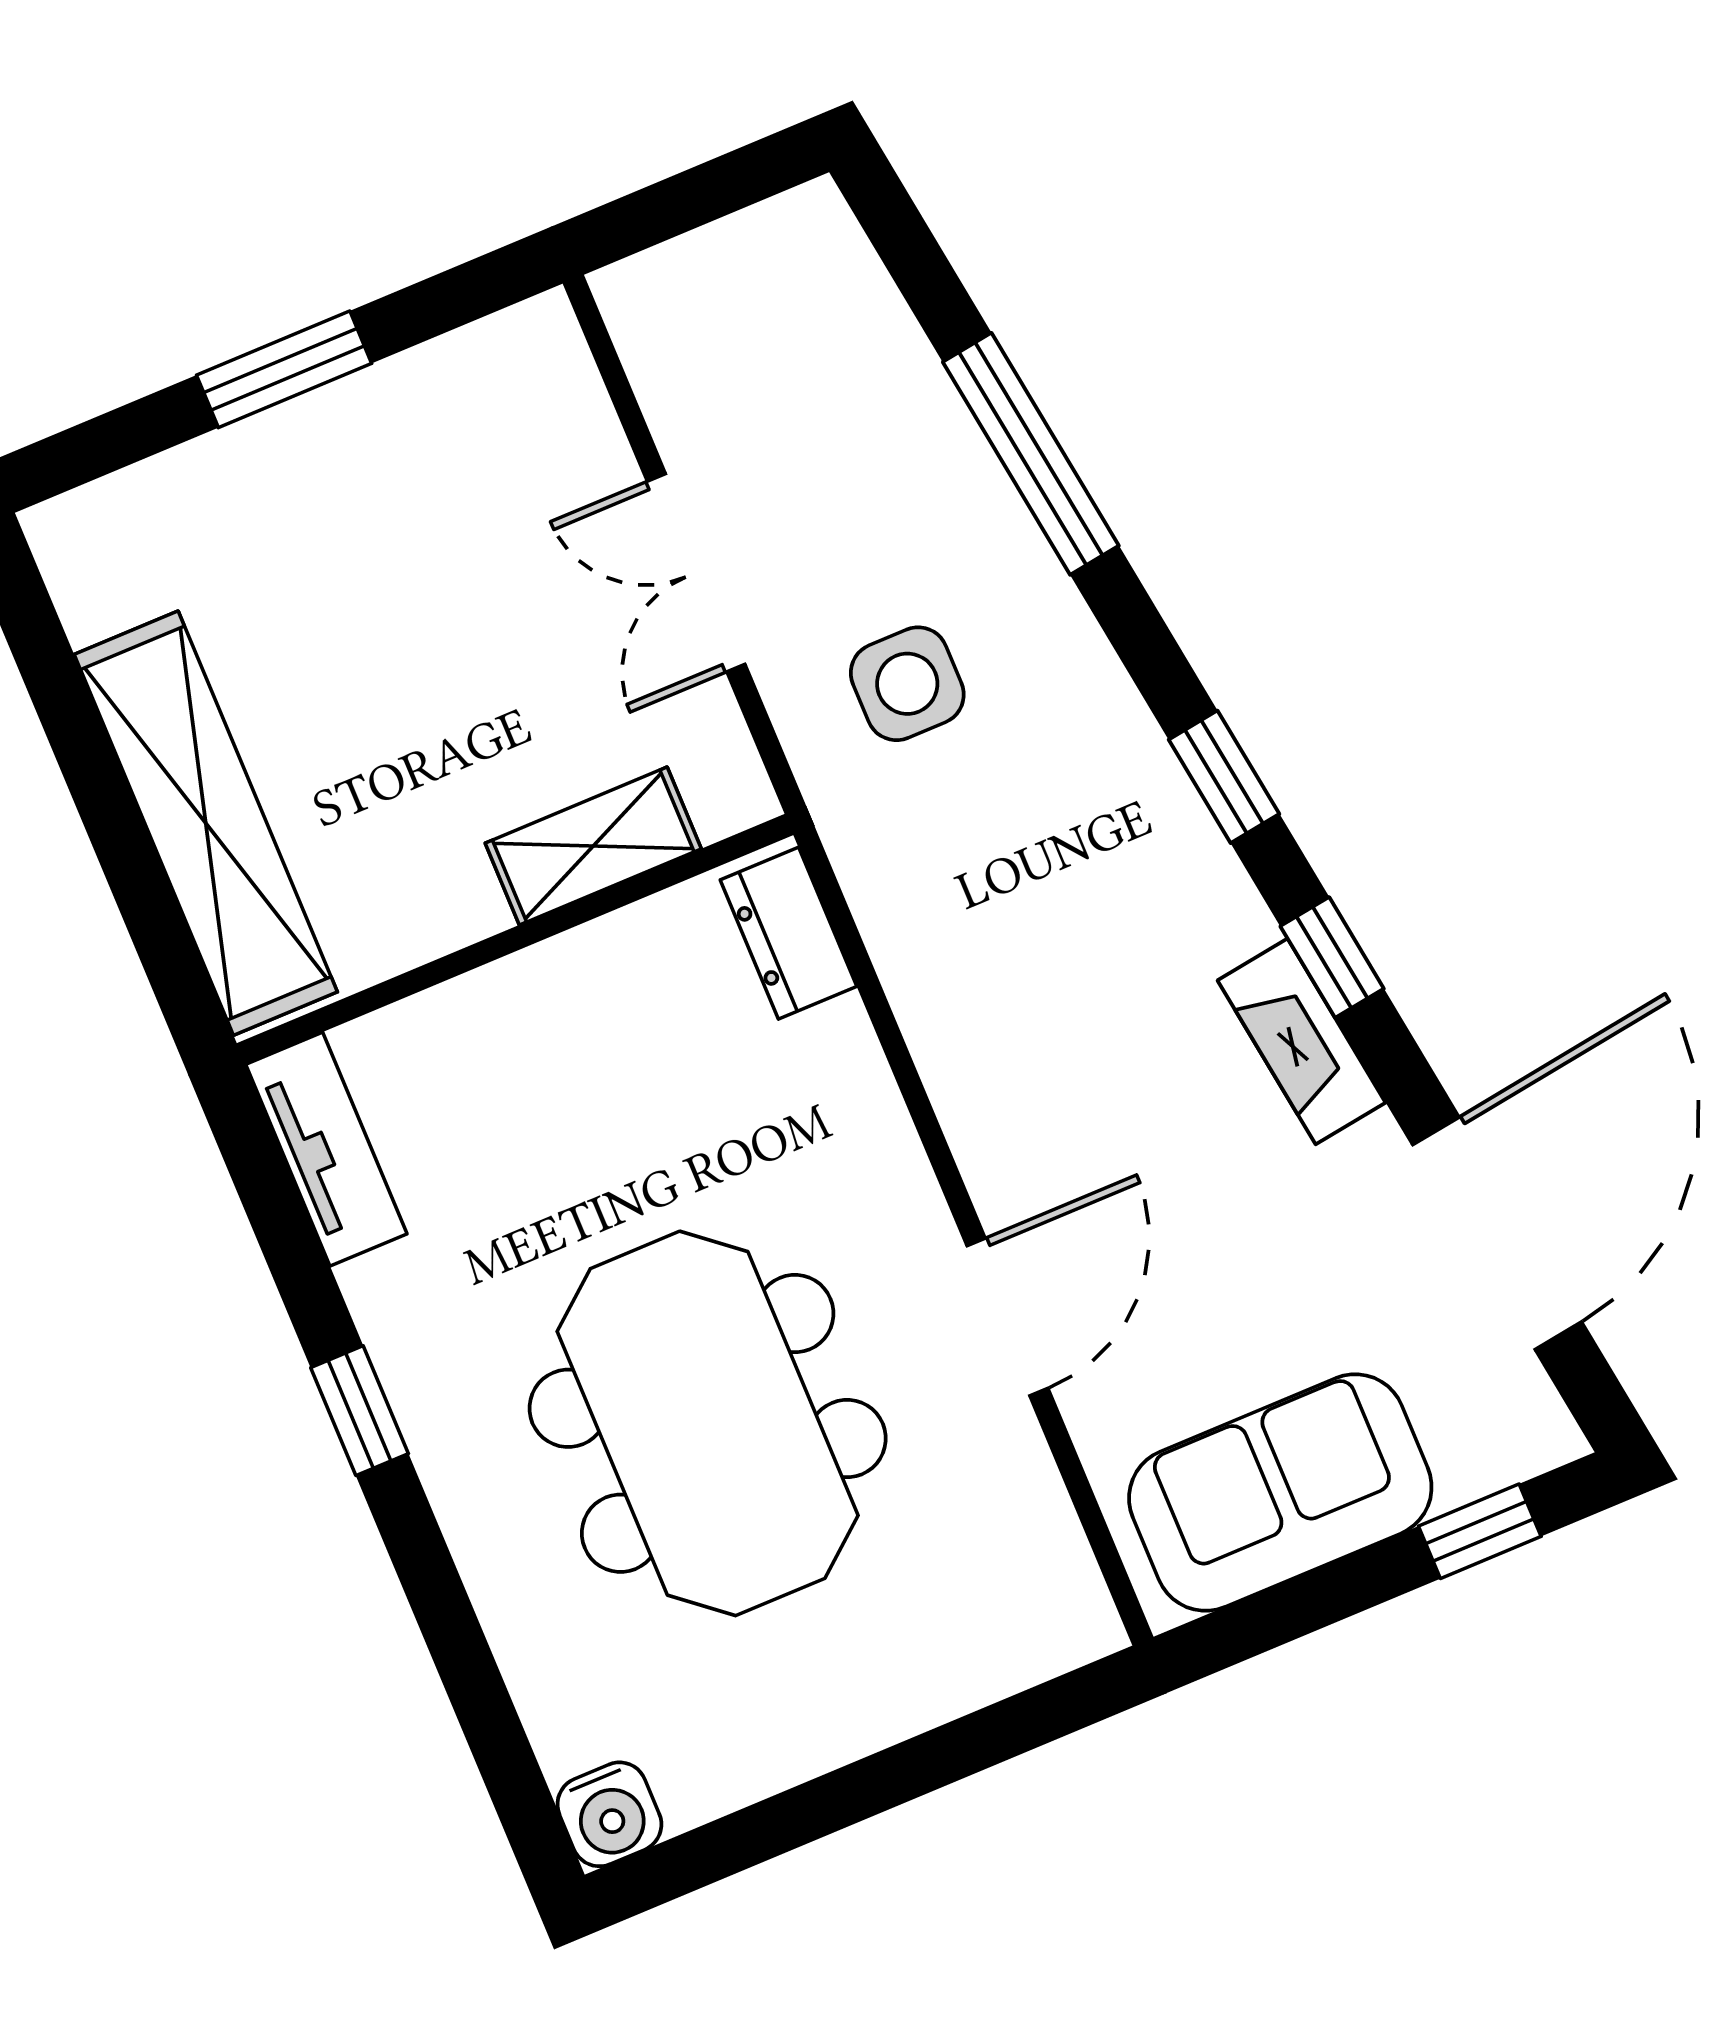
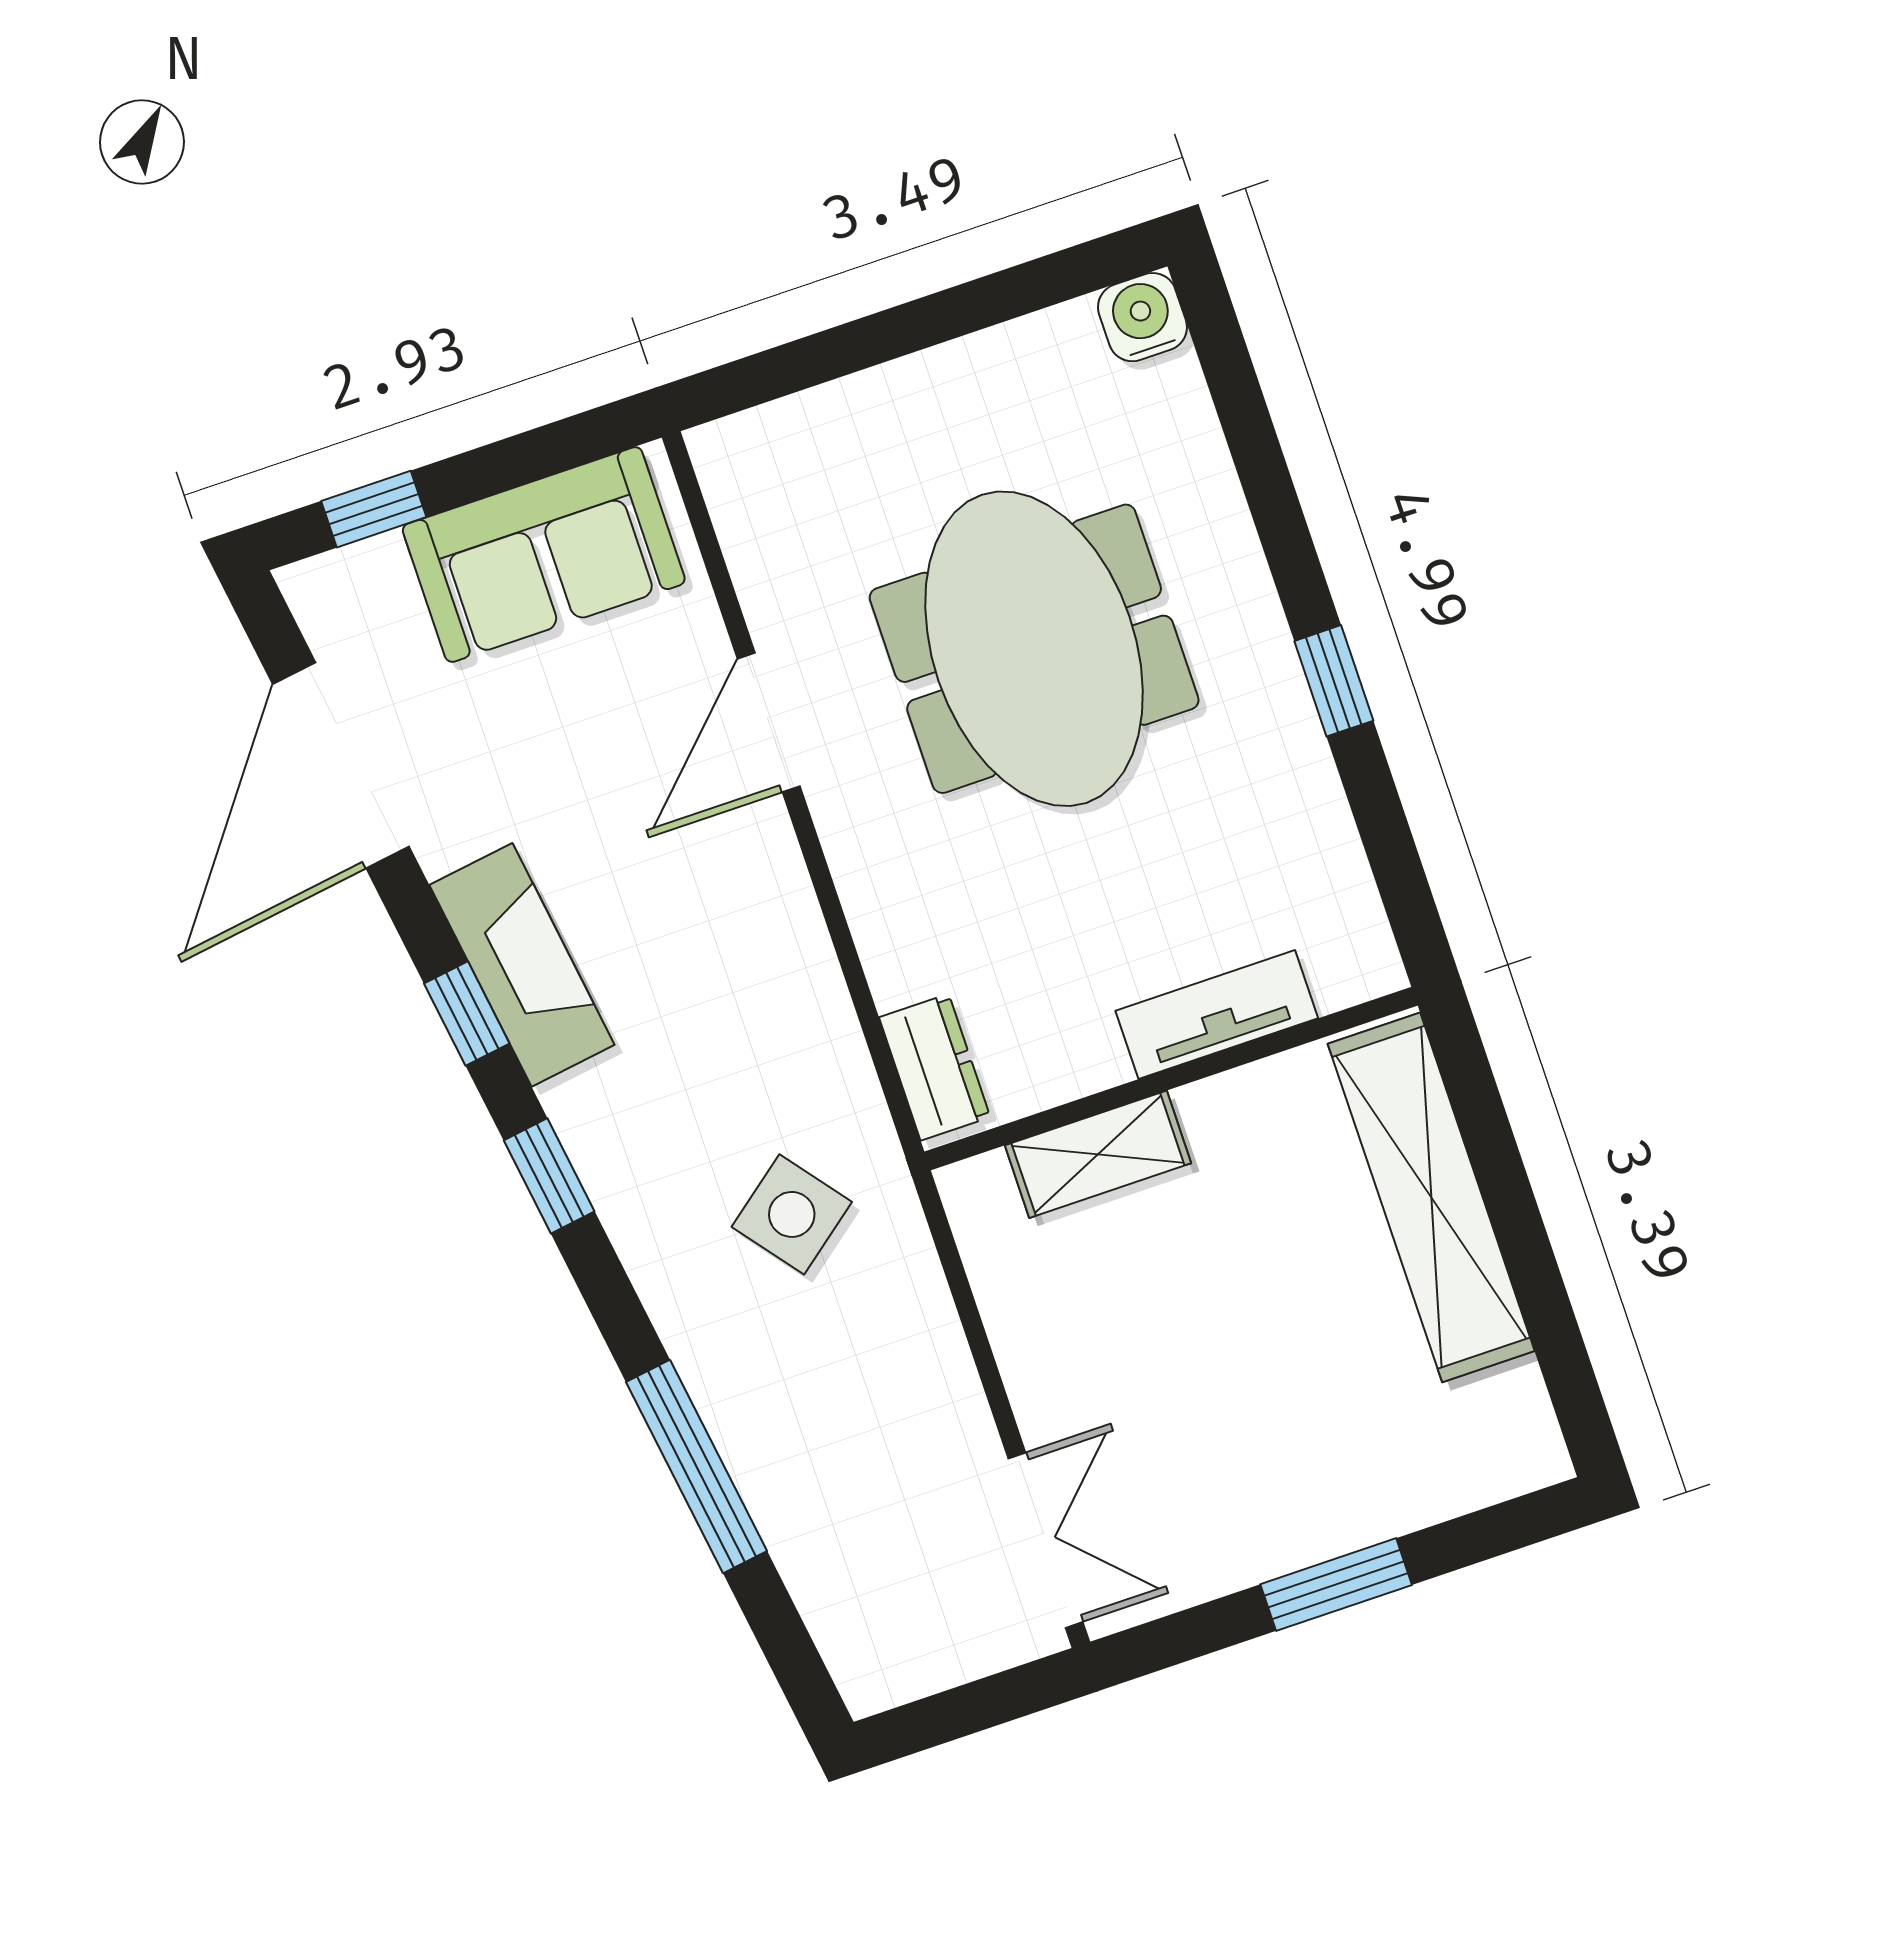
double door: (696, 573) -> (1045, 1540), moved
side table: (907, 684) -> (792, 1214), moved, turned -38
fireplace: (1302, 1041) -> (522, 965), width x1.37, depth x1.32
tv unit: (326, 1149) -> (1217, 1015), moved, turned 90

